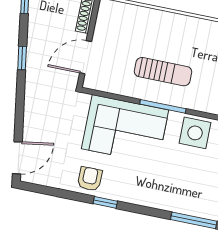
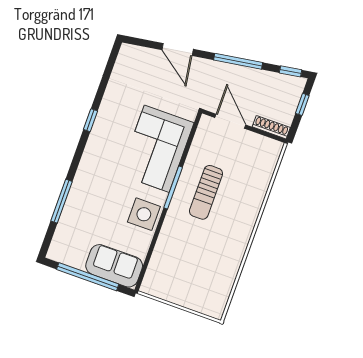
window: (22, 58) -> (238, 61), width x2.17
door: (17, 158) -> (178, 49), moved
armchair: (90, 179) -> (115, 109), removed

